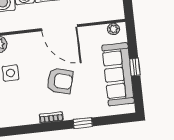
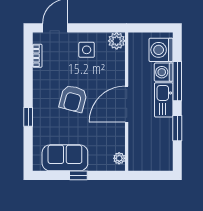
sofa: (118, 74) -> (65, 158), width x0.73
bookcase: (51, 117) -> (37, 56), moved

